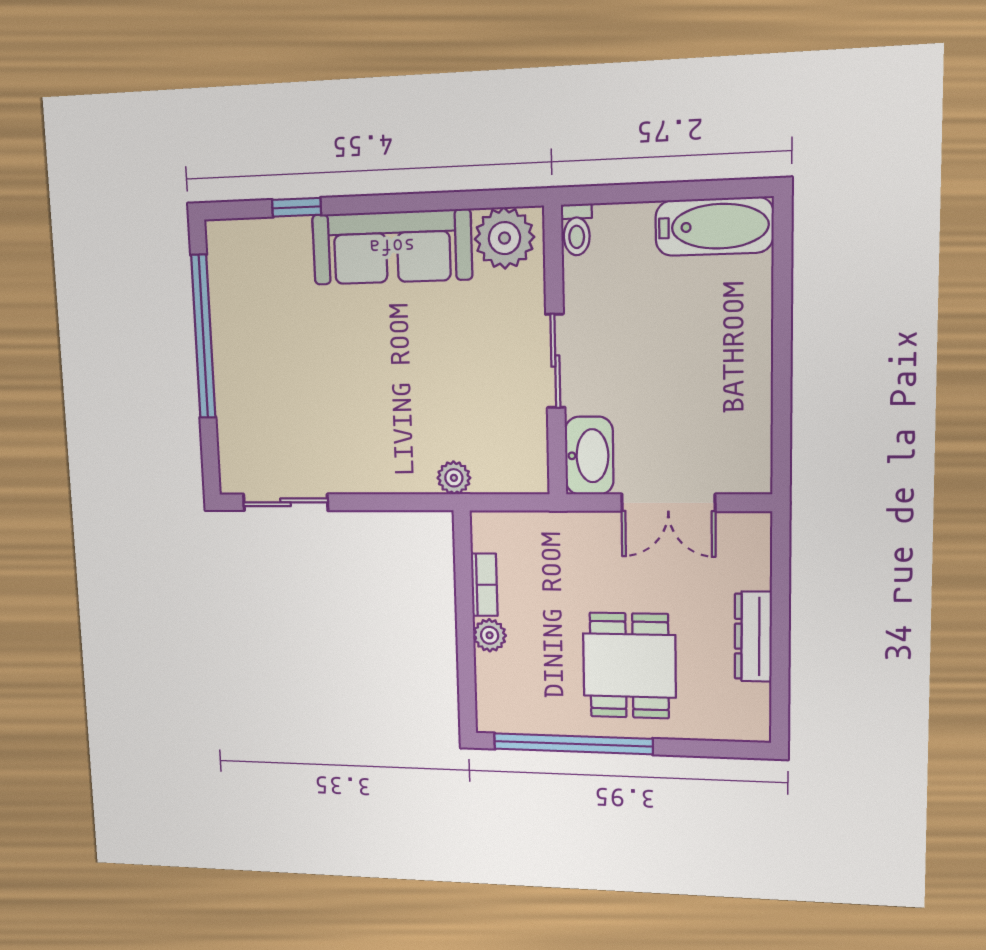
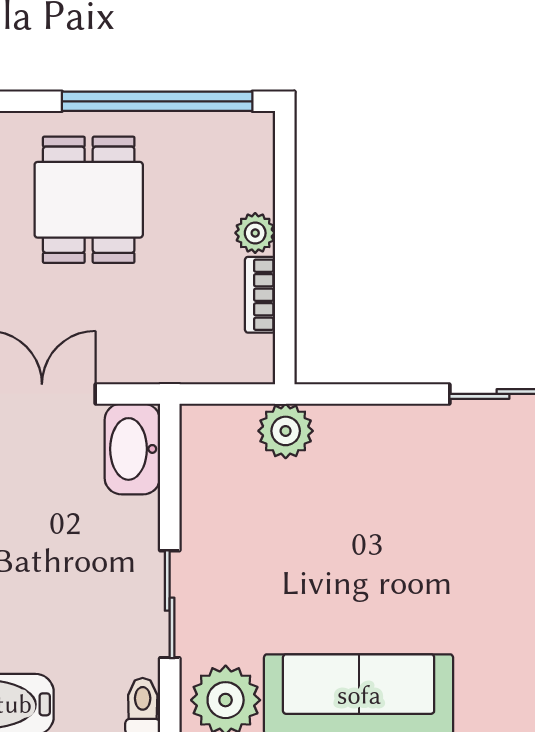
sliding door: (555, 361) -> (170, 604), moved
plant: (454, 478) -> (286, 431), width x1.38, depth x1.38

